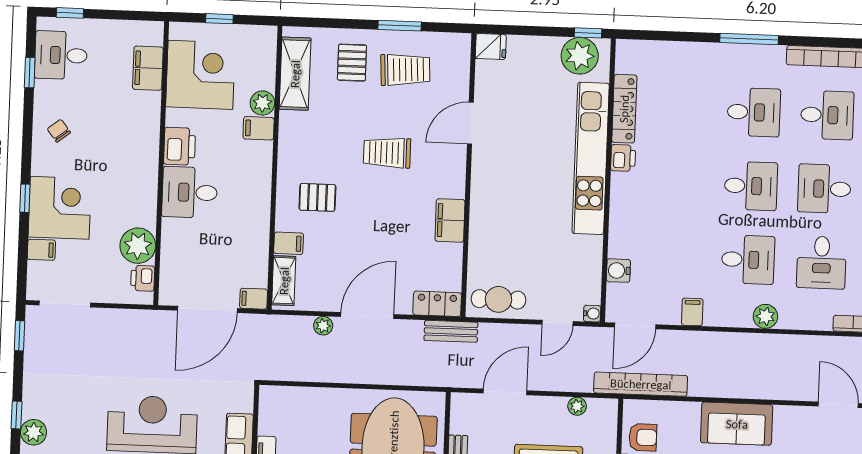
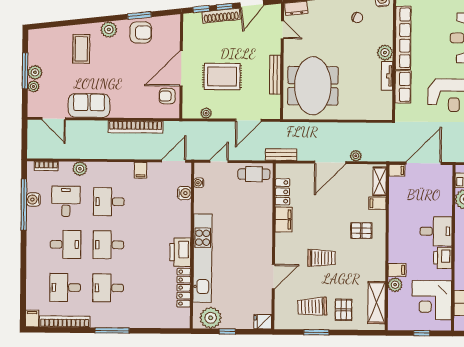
window: (588, 33) -> (227, 331), moved
printer: (623, 158) -> (180, 252), width x1.87, depth x1.48
locker: (437, 304) -> (282, 192), moved, turned -90
water cooler: (592, 314) -> (199, 183), moved
plant: (765, 316) -> (80, 169), moved
bookcase: (641, 384) -> (136, 127), moved
sofa: (737, 424) -> (89, 106), moved

